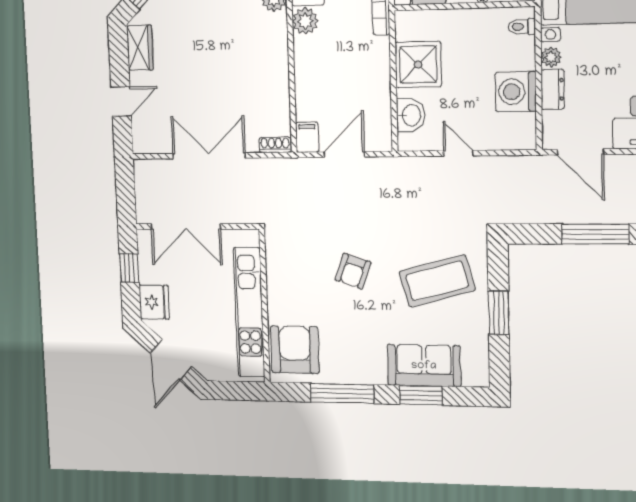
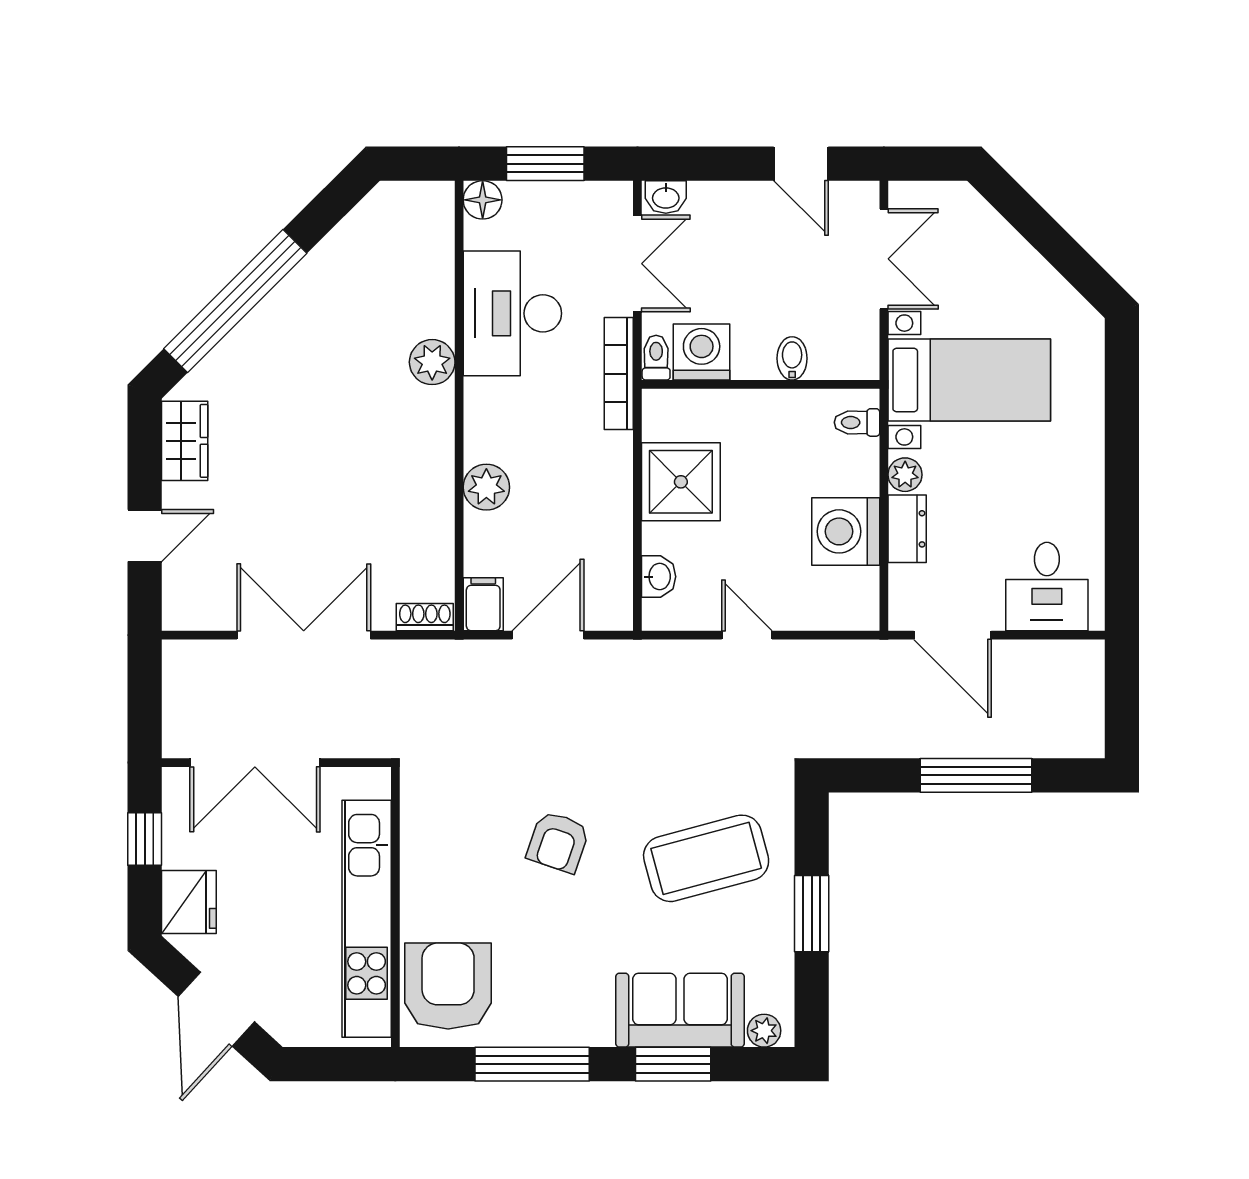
plant: (305, 21) -> (486, 487), moved
washbasin: (411, 115) -> (659, 577), width x0.72, depth x0.69
plant: (472, 378) -> (764, 1031), added

